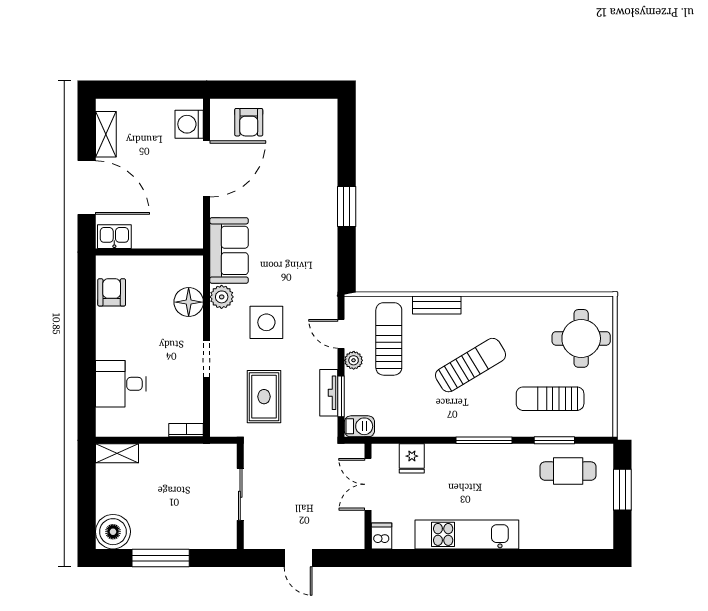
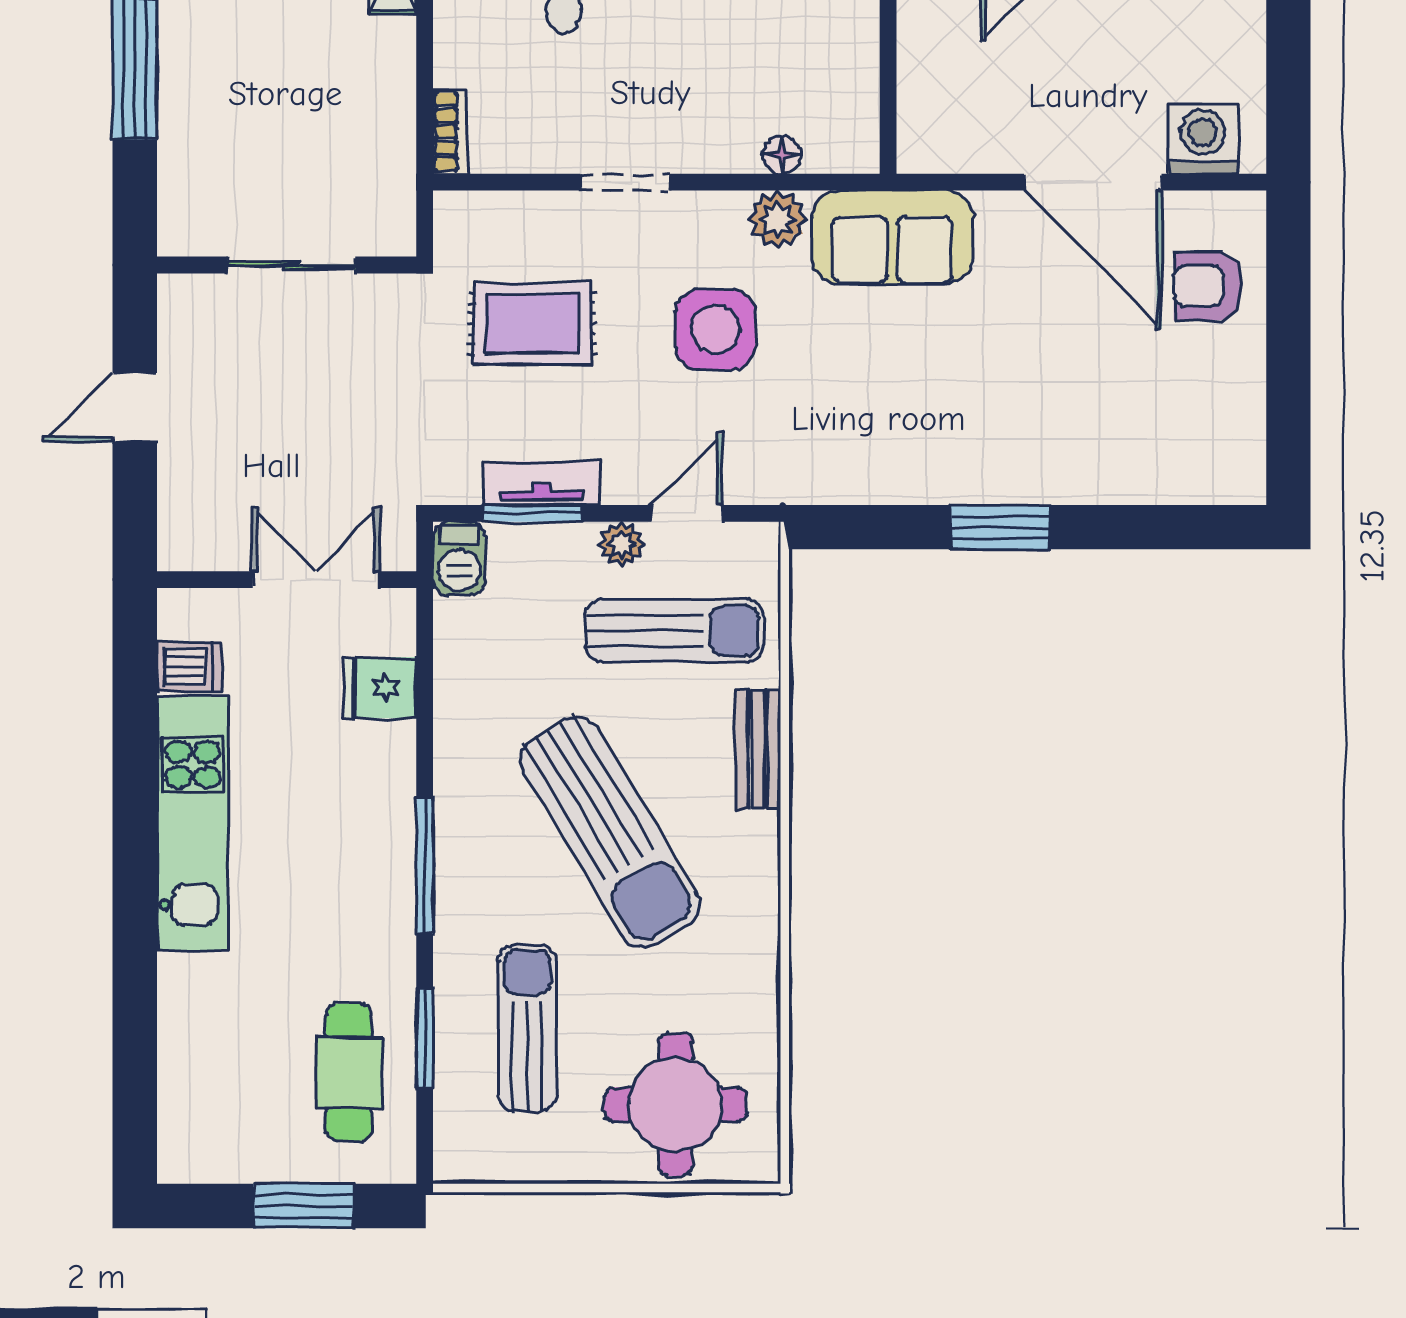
floor lamp: (189, 302) -> (782, 155), width x0.53, depth x0.53
sun lounger: (471, 365) -> (610, 832), width x1.36, depth x1.34
dishwasher: (381, 536) -> (189, 667), moved

